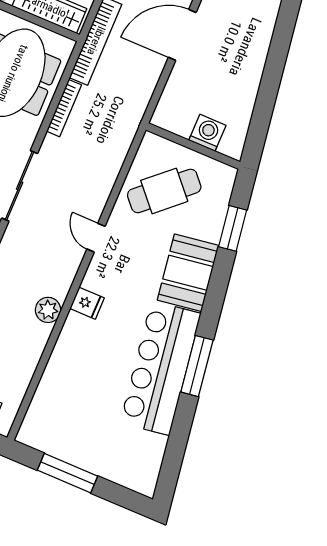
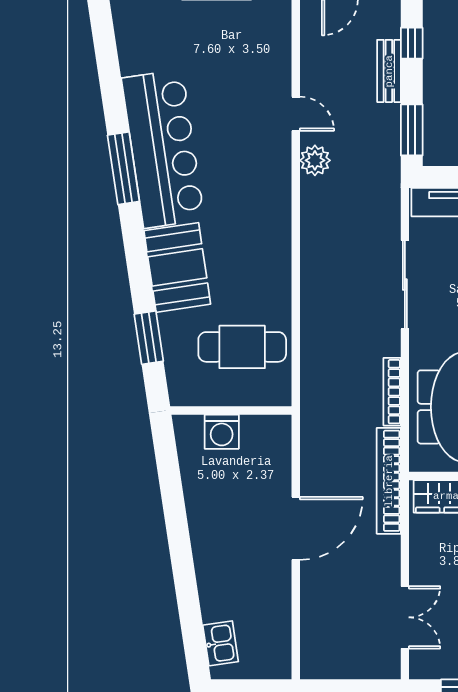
cafe table: (164, 191) -> (242, 347), turned 42
door: (96, 238) -> (296, 114), moved
fridge: (87, 303) -> (275, 186), removed

